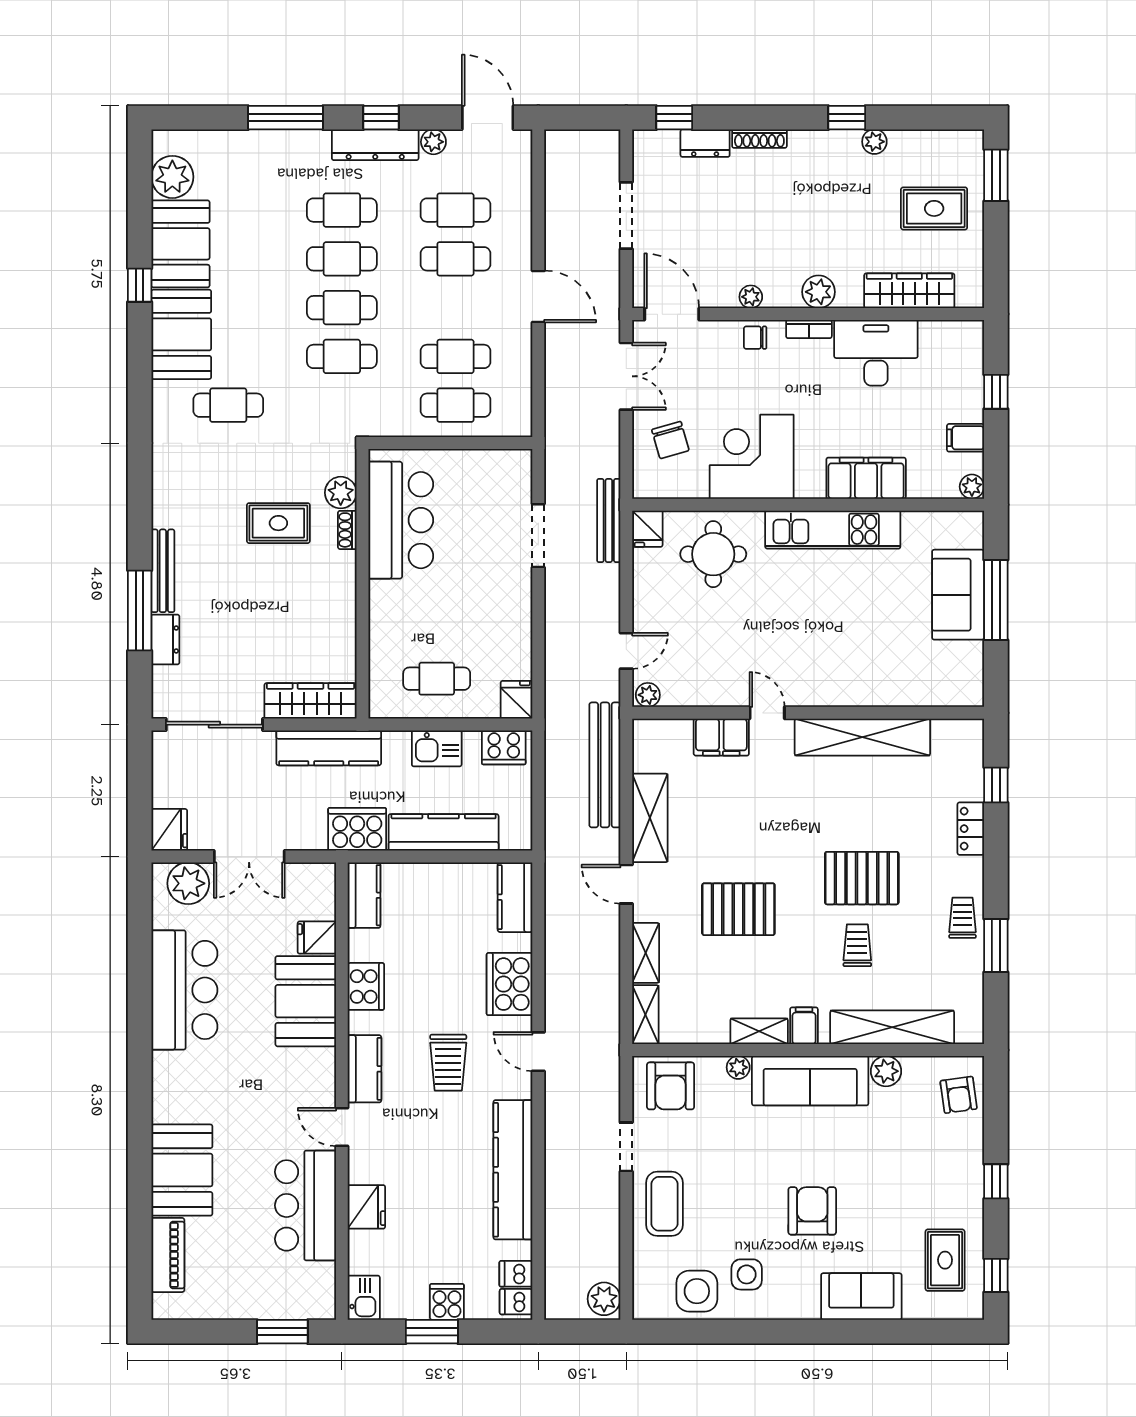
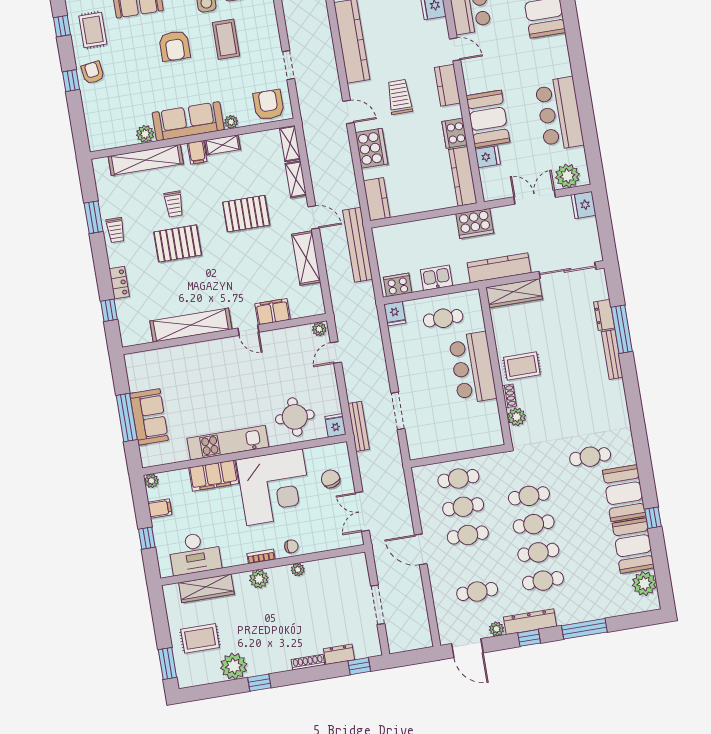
plant: (874, 142) -> (234, 666), width x1.87, depth x1.87
cafe table: (455, 259) -> (468, 535), moved
door: (672, 314) -> (342, 552), removed
desk: (876, 353) -> (195, 553), moved
corner desk: (752, 457) -> (275, 487), width x1.36, depth x1.36
bar counter: (401, 520) -> (473, 368), moved
rug: (278, 523) -> (522, 366), moved
bench: (605, 765) -> (358, 245), moved
kitchen counter: (444, 832) -> (424, 230), removed
kitchen counter: (364, 895) -> (463, 176), width x1.50
armchair: (959, 1095) -> (93, 73), moved
coffee table: (664, 1204) -> (226, 39), moved

